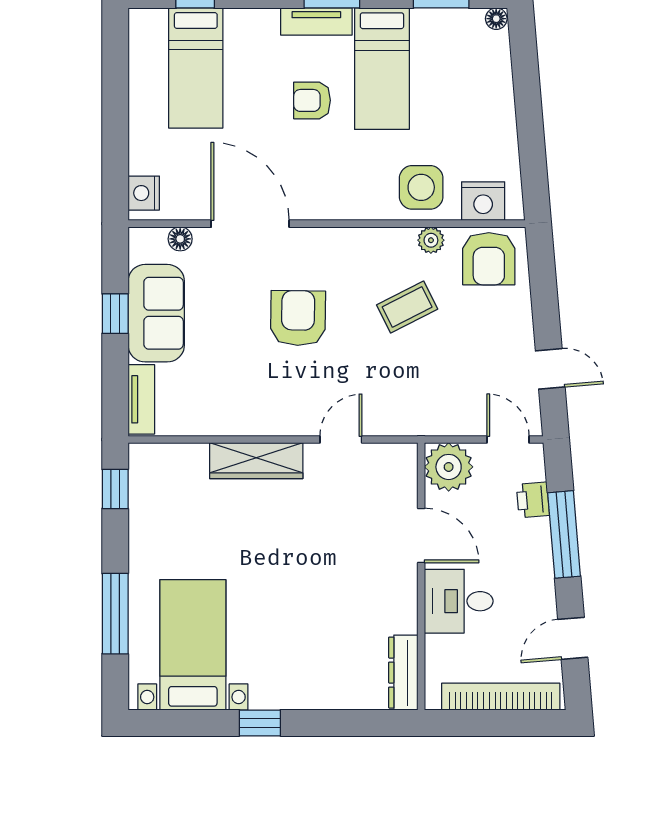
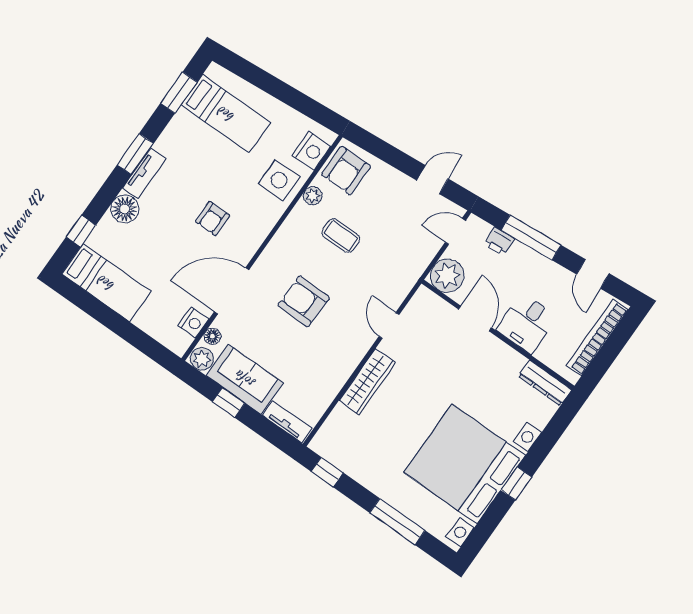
floor lamp: (496, 19) -> (125, 209), moved, width x1.89, depth x1.89
bed: (196, 68) -> (106, 283), moved
bed: (382, 69) -> (226, 114), moved
armchair: (312, 100) -> (213, 218), moved
nightstand: (144, 193) -> (193, 323), moved, turned -90
plant: (145, 245) -> (202, 359), added
armchair: (489, 259) -> (346, 170), turned 90
coffee table: (407, 307) -> (341, 236), turned -63
door: (421, 536) -> (475, 318), hinge flipped
bed with nightstands: (193, 645) -> (464, 464), width x1.85

